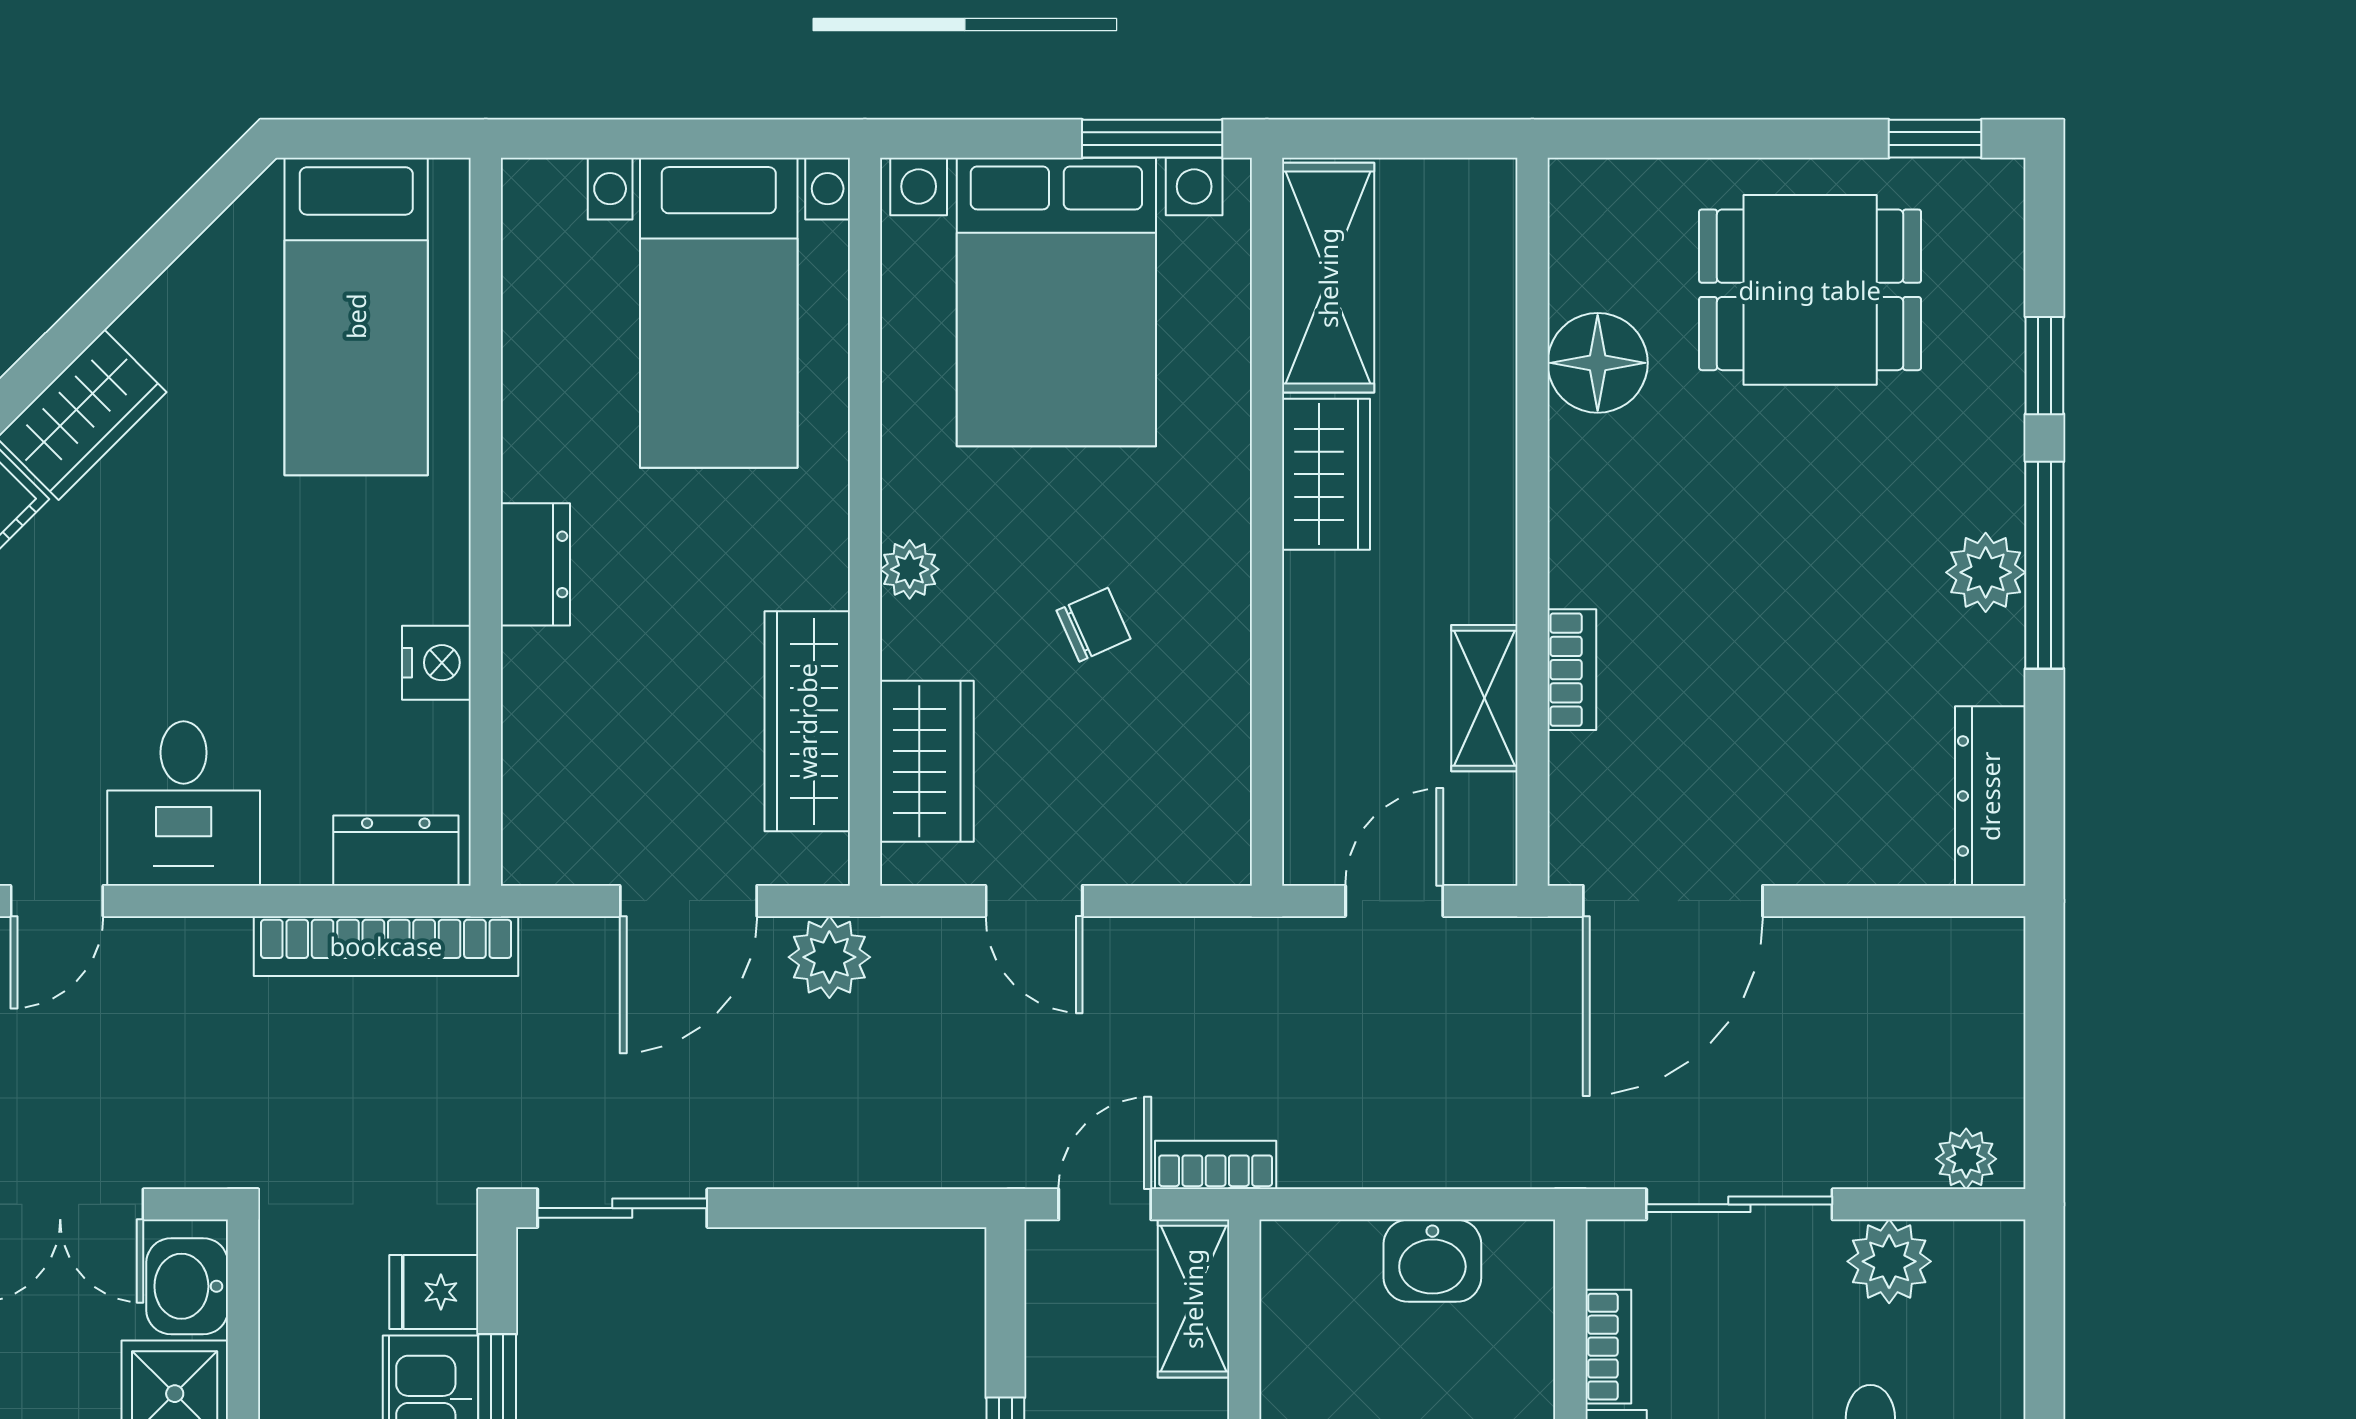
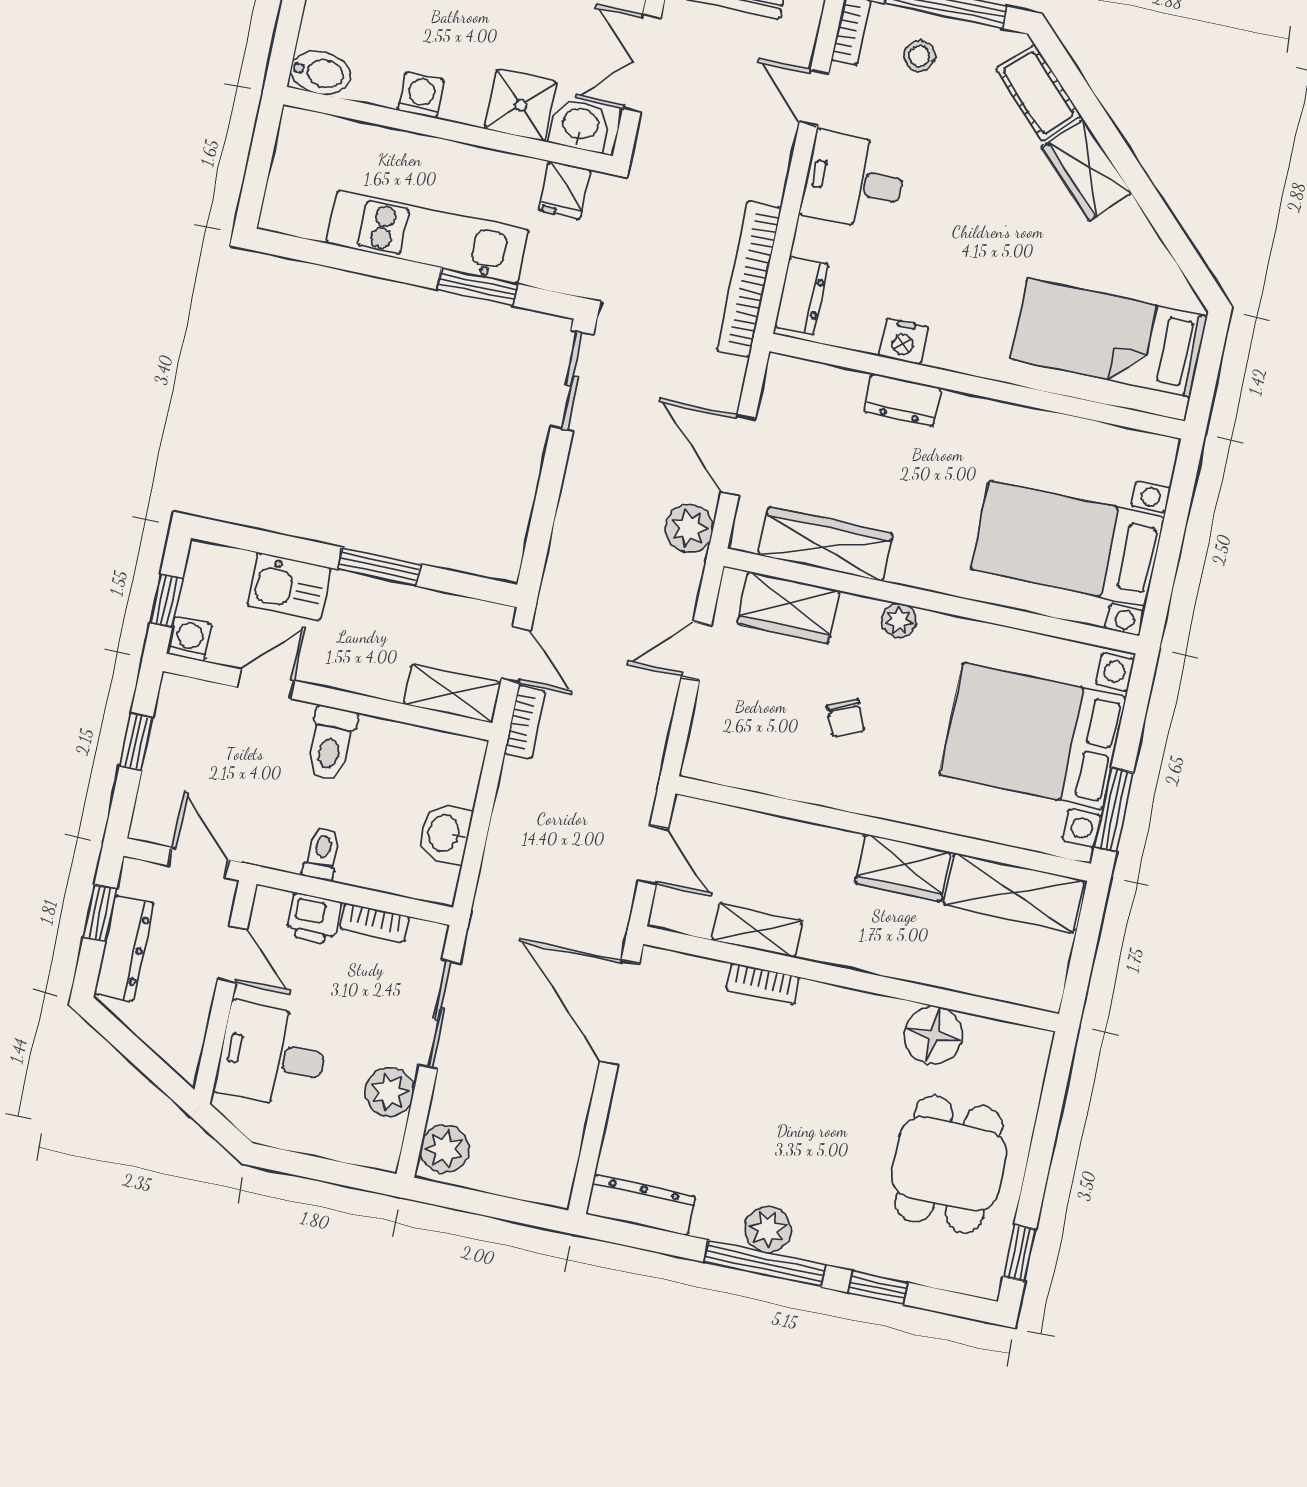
dresser: (535, 564) -> (902, 400), moved
plant: (1966, 1159) -> (445, 1149), width x1.38, depth x1.38
fridge: (434, 1292) -> (565, 190), moved, turned 180

